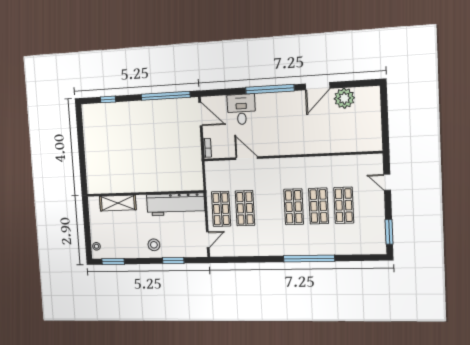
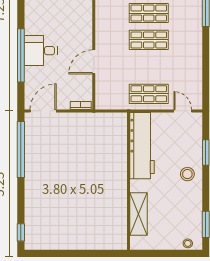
window: (270, 89) -> (21, 55), moved
window: (108, 99) -> (21, 232), moved
desk: (241, 109) -> (41, 51), moved
shop shelf: (245, 208) -> (149, 40), moved

